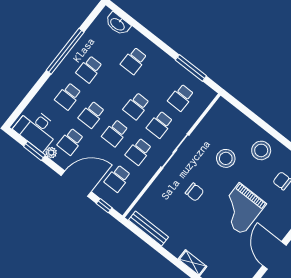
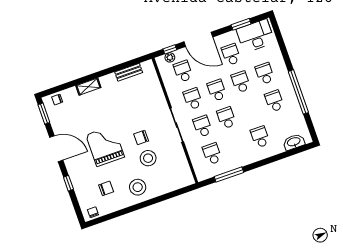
plant: (51, 153) -> (170, 57), moved
door: (76, 184) -> (198, 39), hinge flipped
chair: (194, 192) -> (141, 137), moved
bench: (148, 229) -> (129, 72), width x0.73

